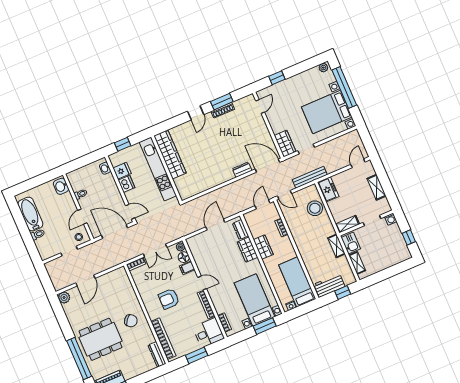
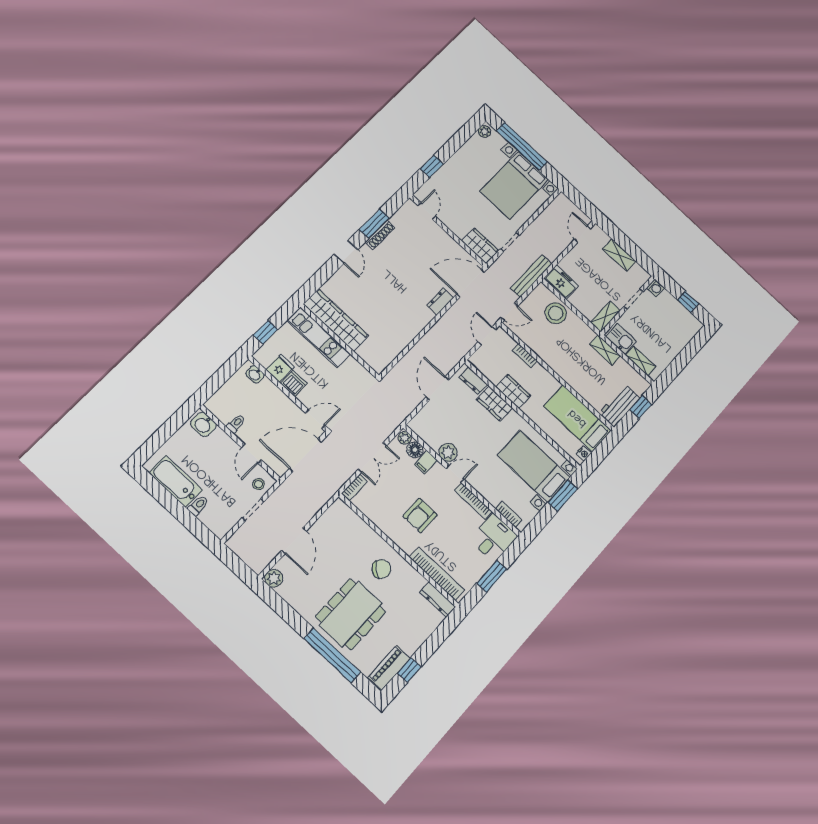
kitchen unit: (158, 169) -> (319, 337), width x0.73
plant: (204, 268) -> (448, 452), added

